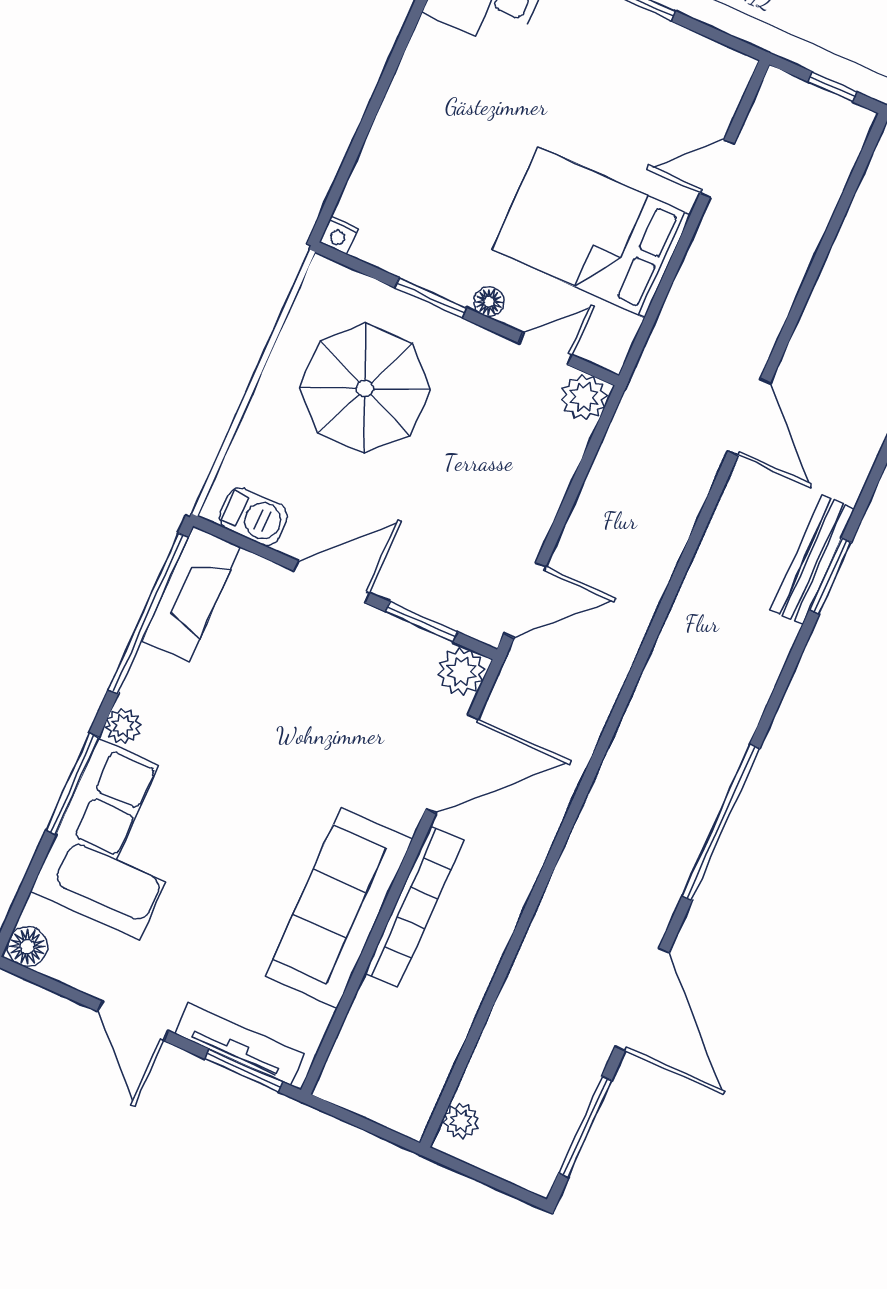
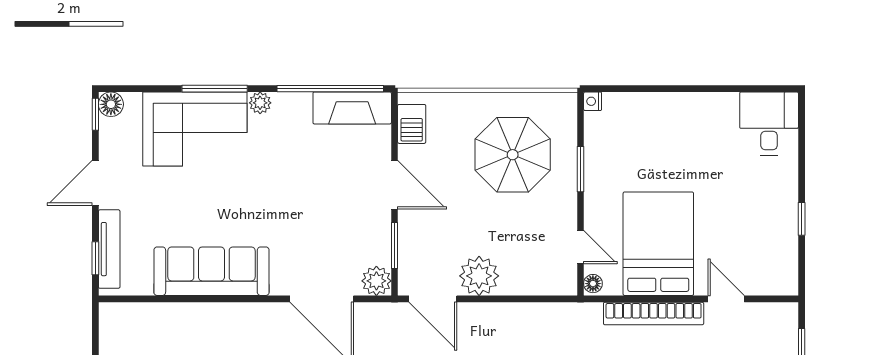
floor lamp: (489, 302) -> (593, 284), moved
plant: (584, 397) -> (479, 276), moved, width x1.36, depth x1.36
bookcase: (414, 907) -> (654, 313), moved
window: (32, 976) -> (95, 114), added
window: (244, 1070) -> (95, 258), width x0.67

